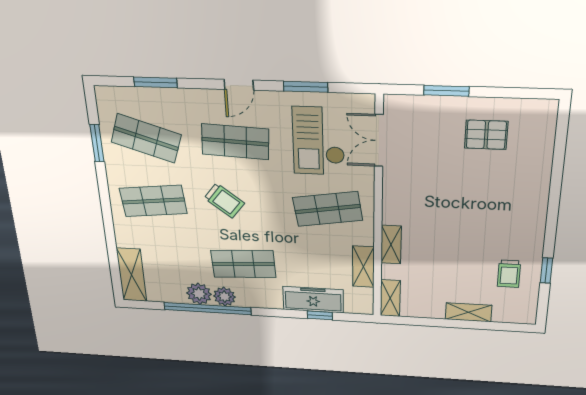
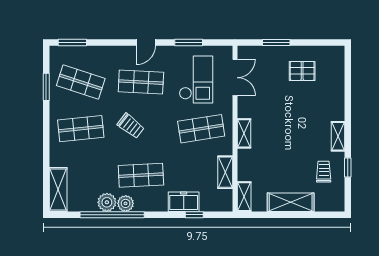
window: (155, 82) -> (72, 43), moved
checkout: (319, 141) -> (196, 79), turned 180
double door: (379, 141) -> (235, 78), swing flipped
shelving: (536, 229) -> (338, 136), added
shelving: (391, 245) -> (244, 133), moved
trolley: (509, 274) -> (324, 172), turned 180
freezer: (313, 300) -> (184, 202), width x0.71
shelving: (468, 312) -> (291, 202), width x1.50, depth x1.33

